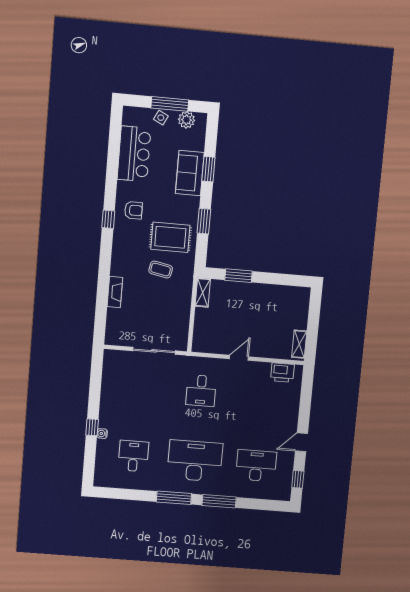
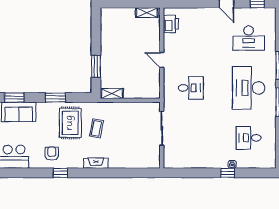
fireplace: (115, 292) -> (96, 163), moved
desk: (256, 466) -> (249, 38), turned -90

